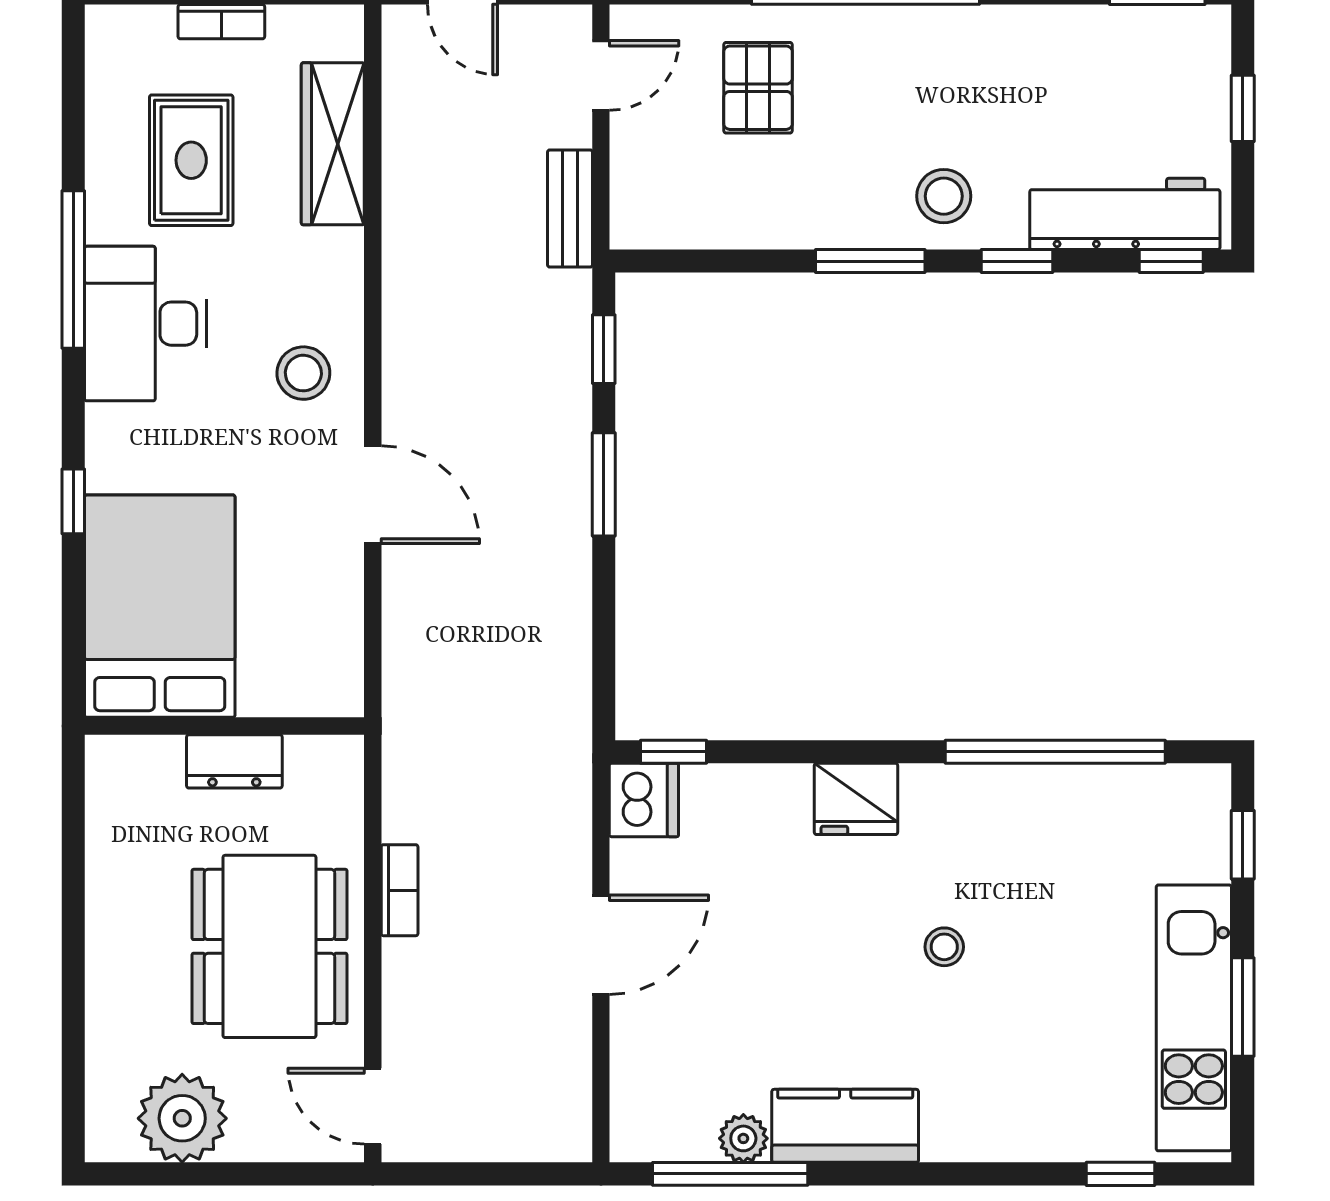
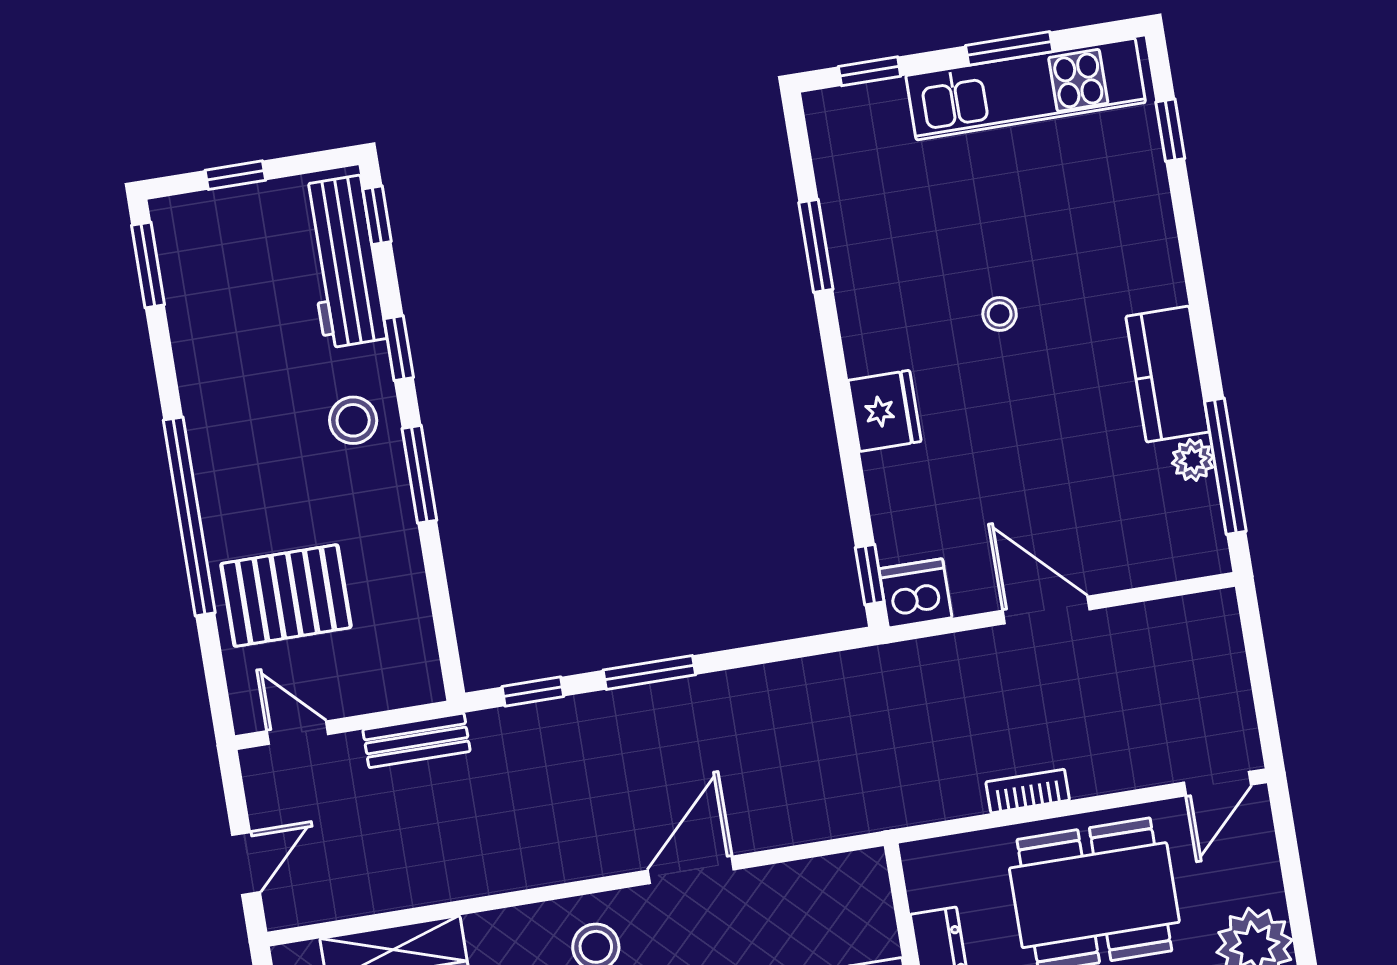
pallet: (758, 88) -> (286, 596), width x1.50, depth x1.42
window: (1055, 752) -> (816, 246), width x0.47

